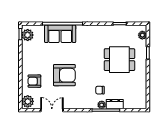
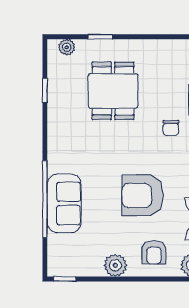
plant: (28, 35) -> (115, 265), moved
armchair: (64, 75) -> (143, 195), turned -90

